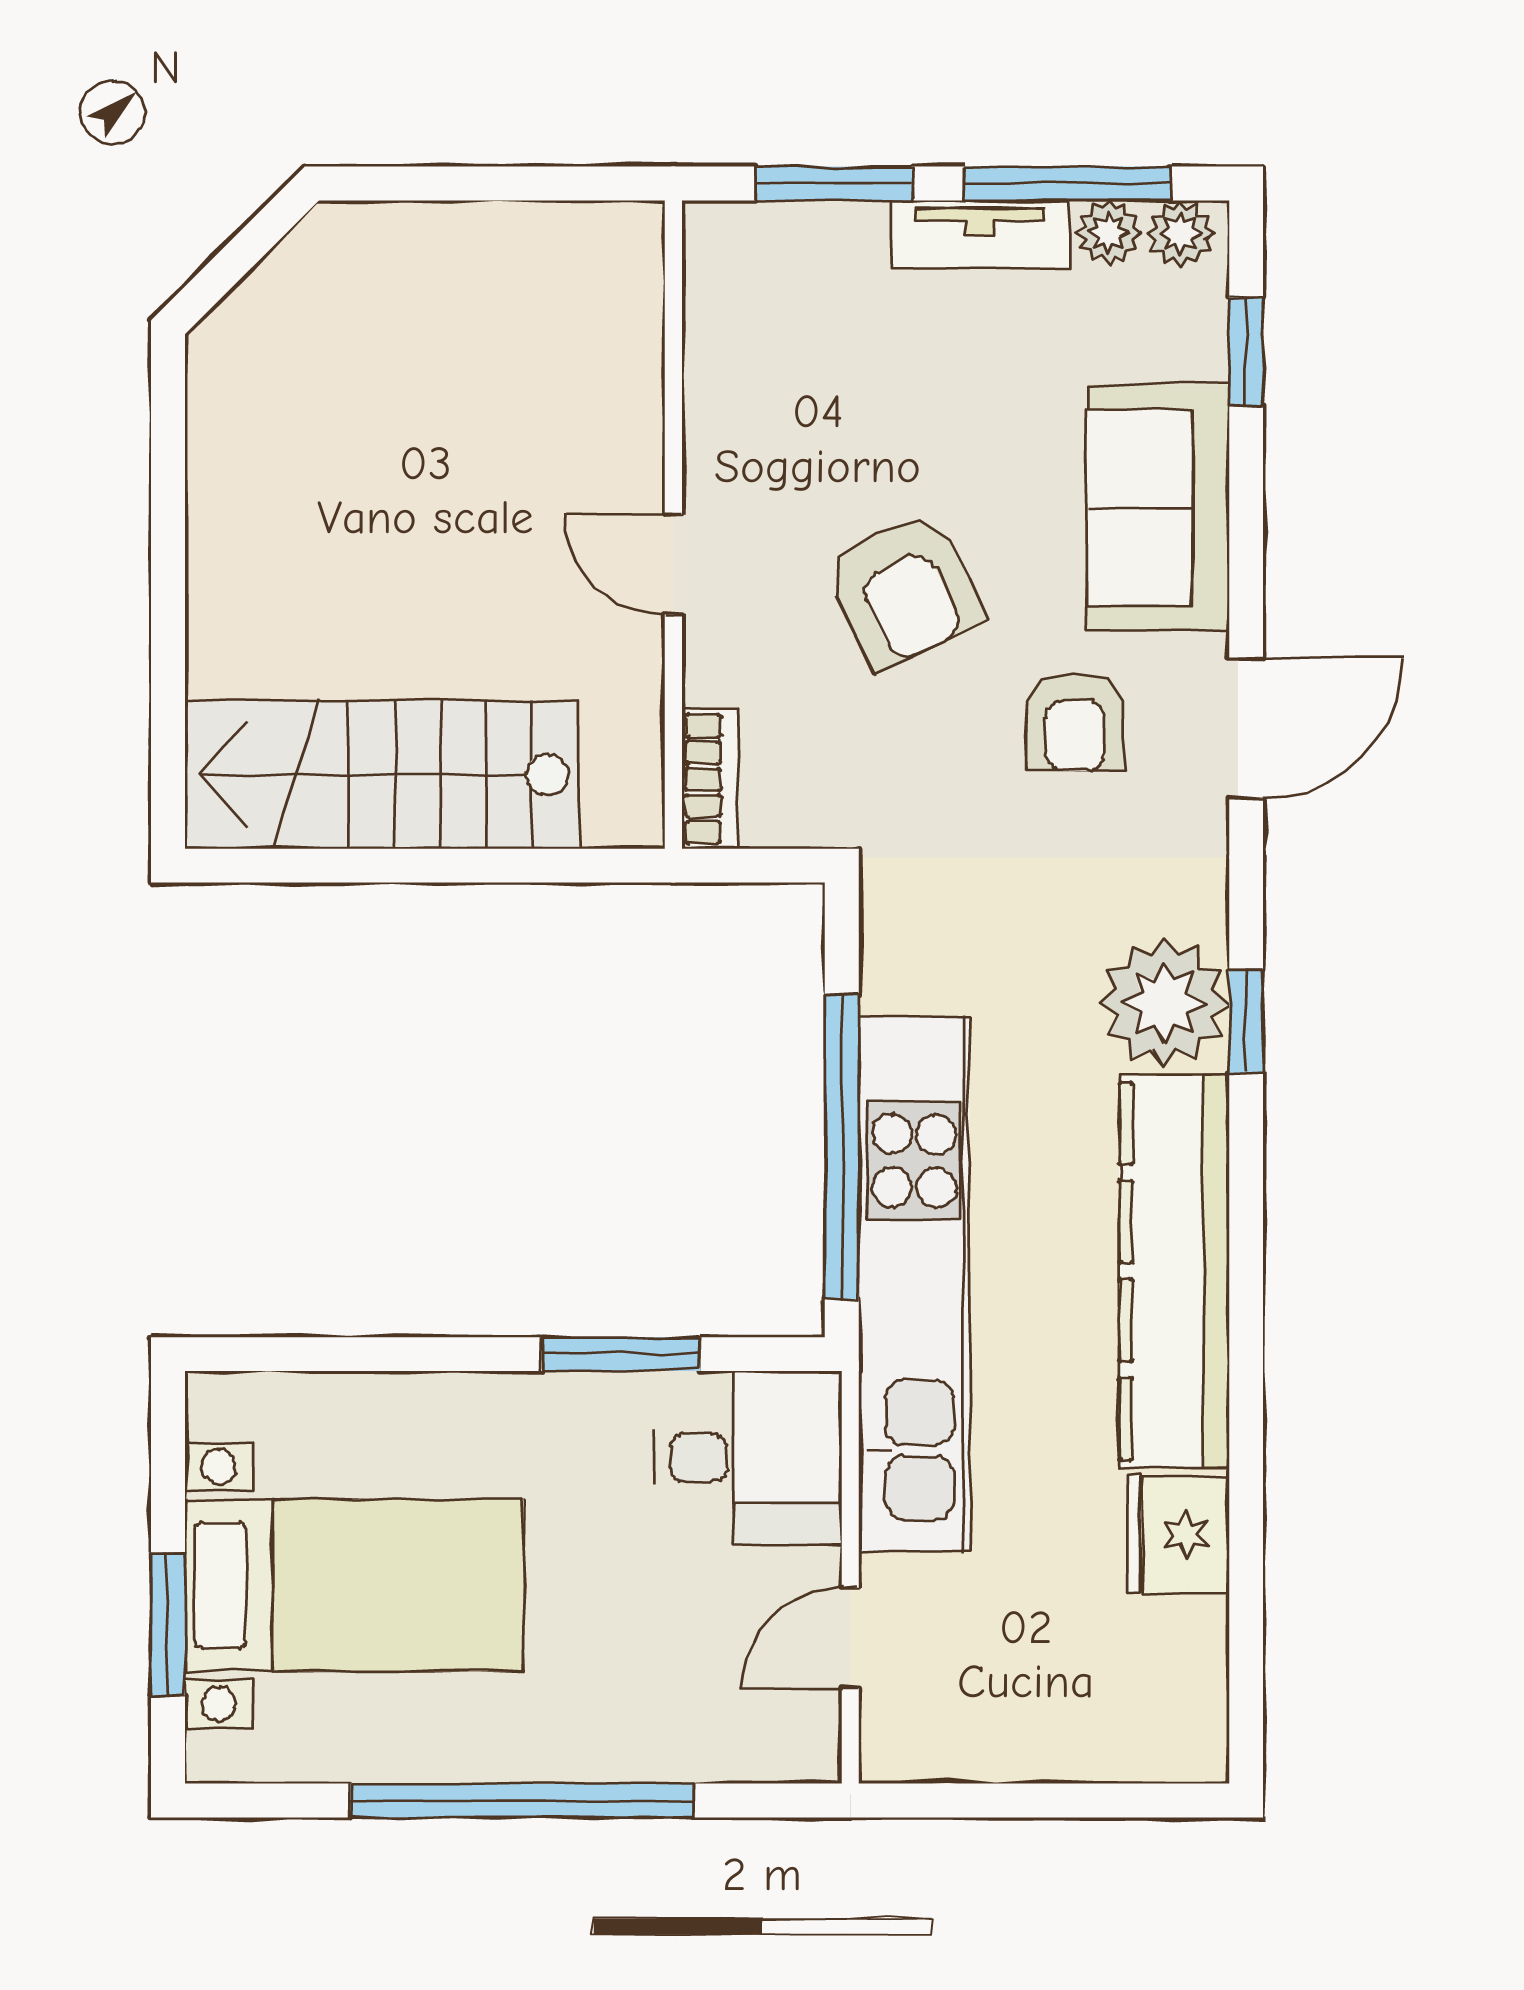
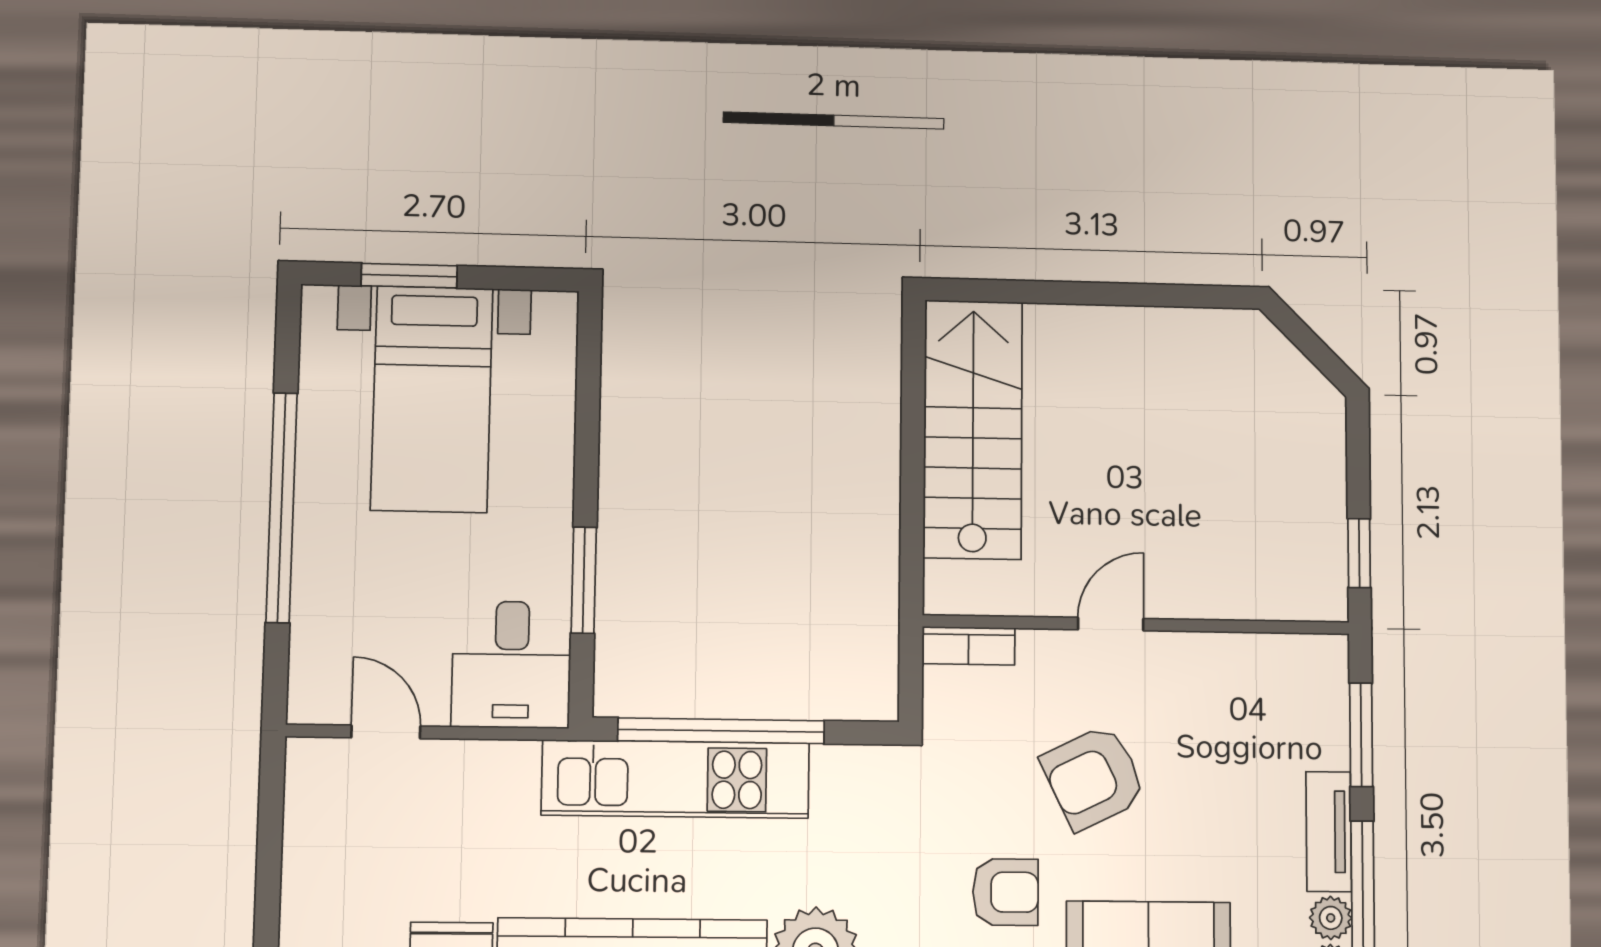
window: (559, 183) -> (1359, 553), added
armchair: (1075, 722) -> (1005, 892), turned 180
kitchen unit: (914, 1284) -> (676, 779), width x0.73

